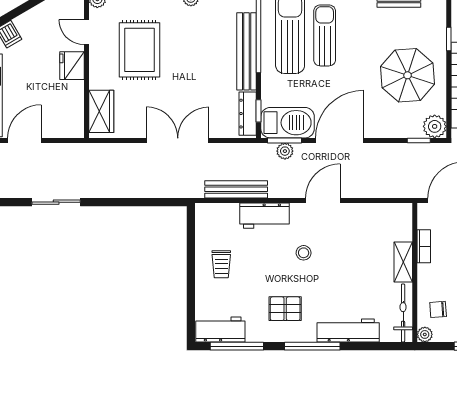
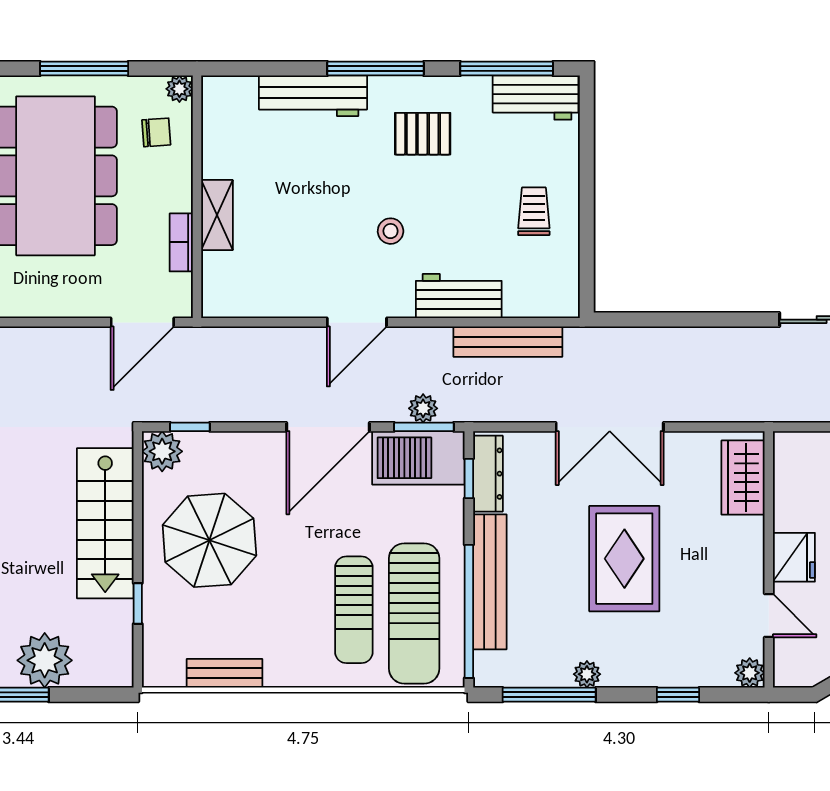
rug: (139, 50) -> (624, 559), moved
bicycle: (403, 313) -> (217, 126), removed

